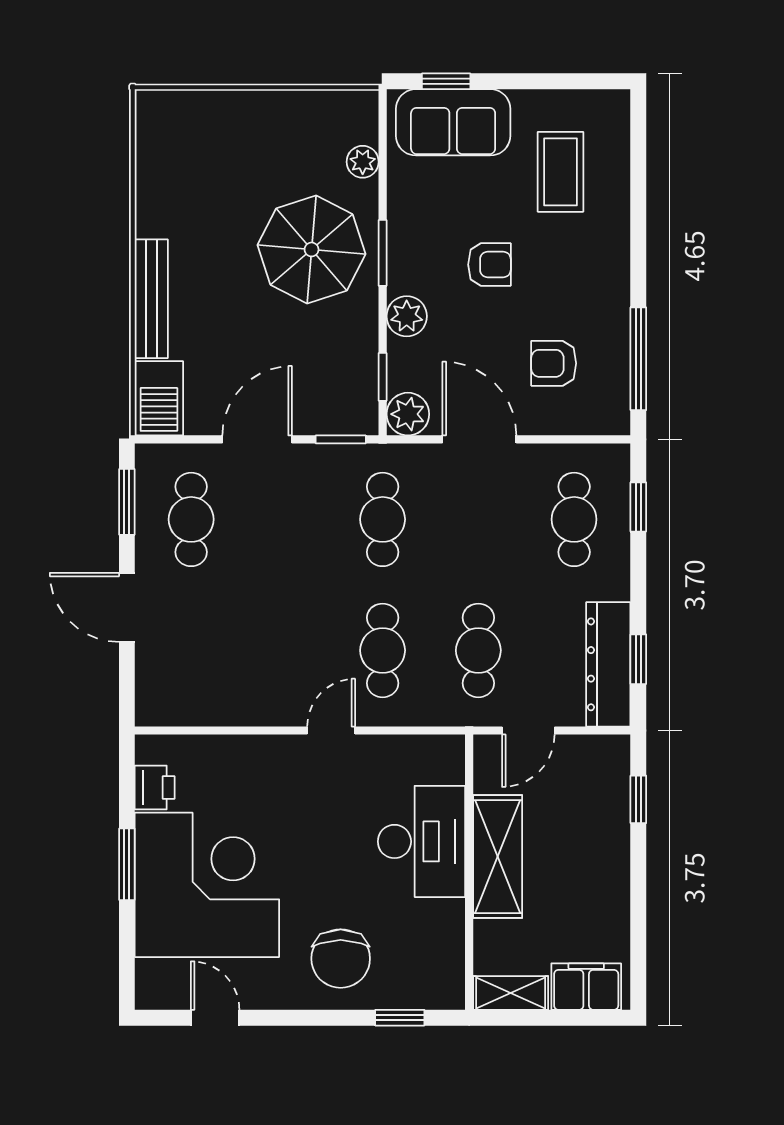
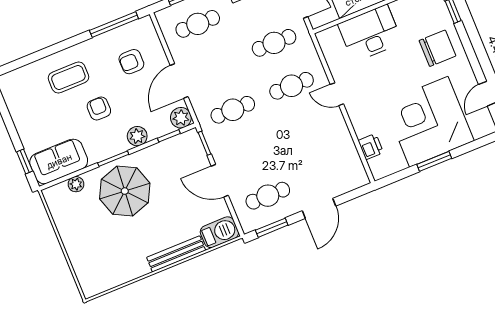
sofa: (453, 122) -> (59, 161), moved, turned -90
coffee table: (561, 172) -> (68, 77), moved
armchair: (554, 363) -> (131, 62), turned 90
printer: (155, 787) -> (371, 147), moved, turned 90

